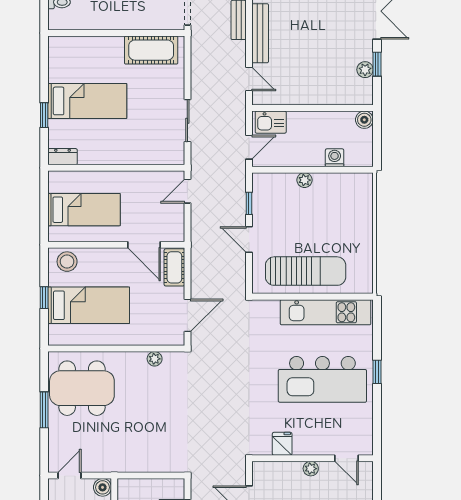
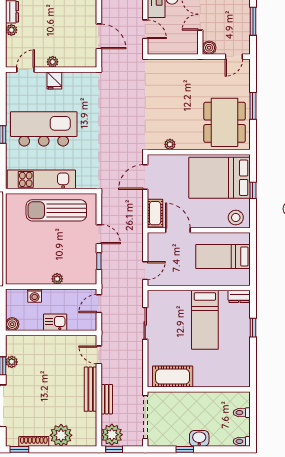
bed: (87, 101) -> (205, 320), moved, turned -90
kitchen sink: (271, 122) -> (55, 322), moved
bed: (89, 305) -> (220, 178), width x1.50
dining table: (82, 388) -> (225, 122), turned 90
fridge: (282, 444) -> (54, 80), moved
door: (347, 458) -> (26, 70), hinge flipped

